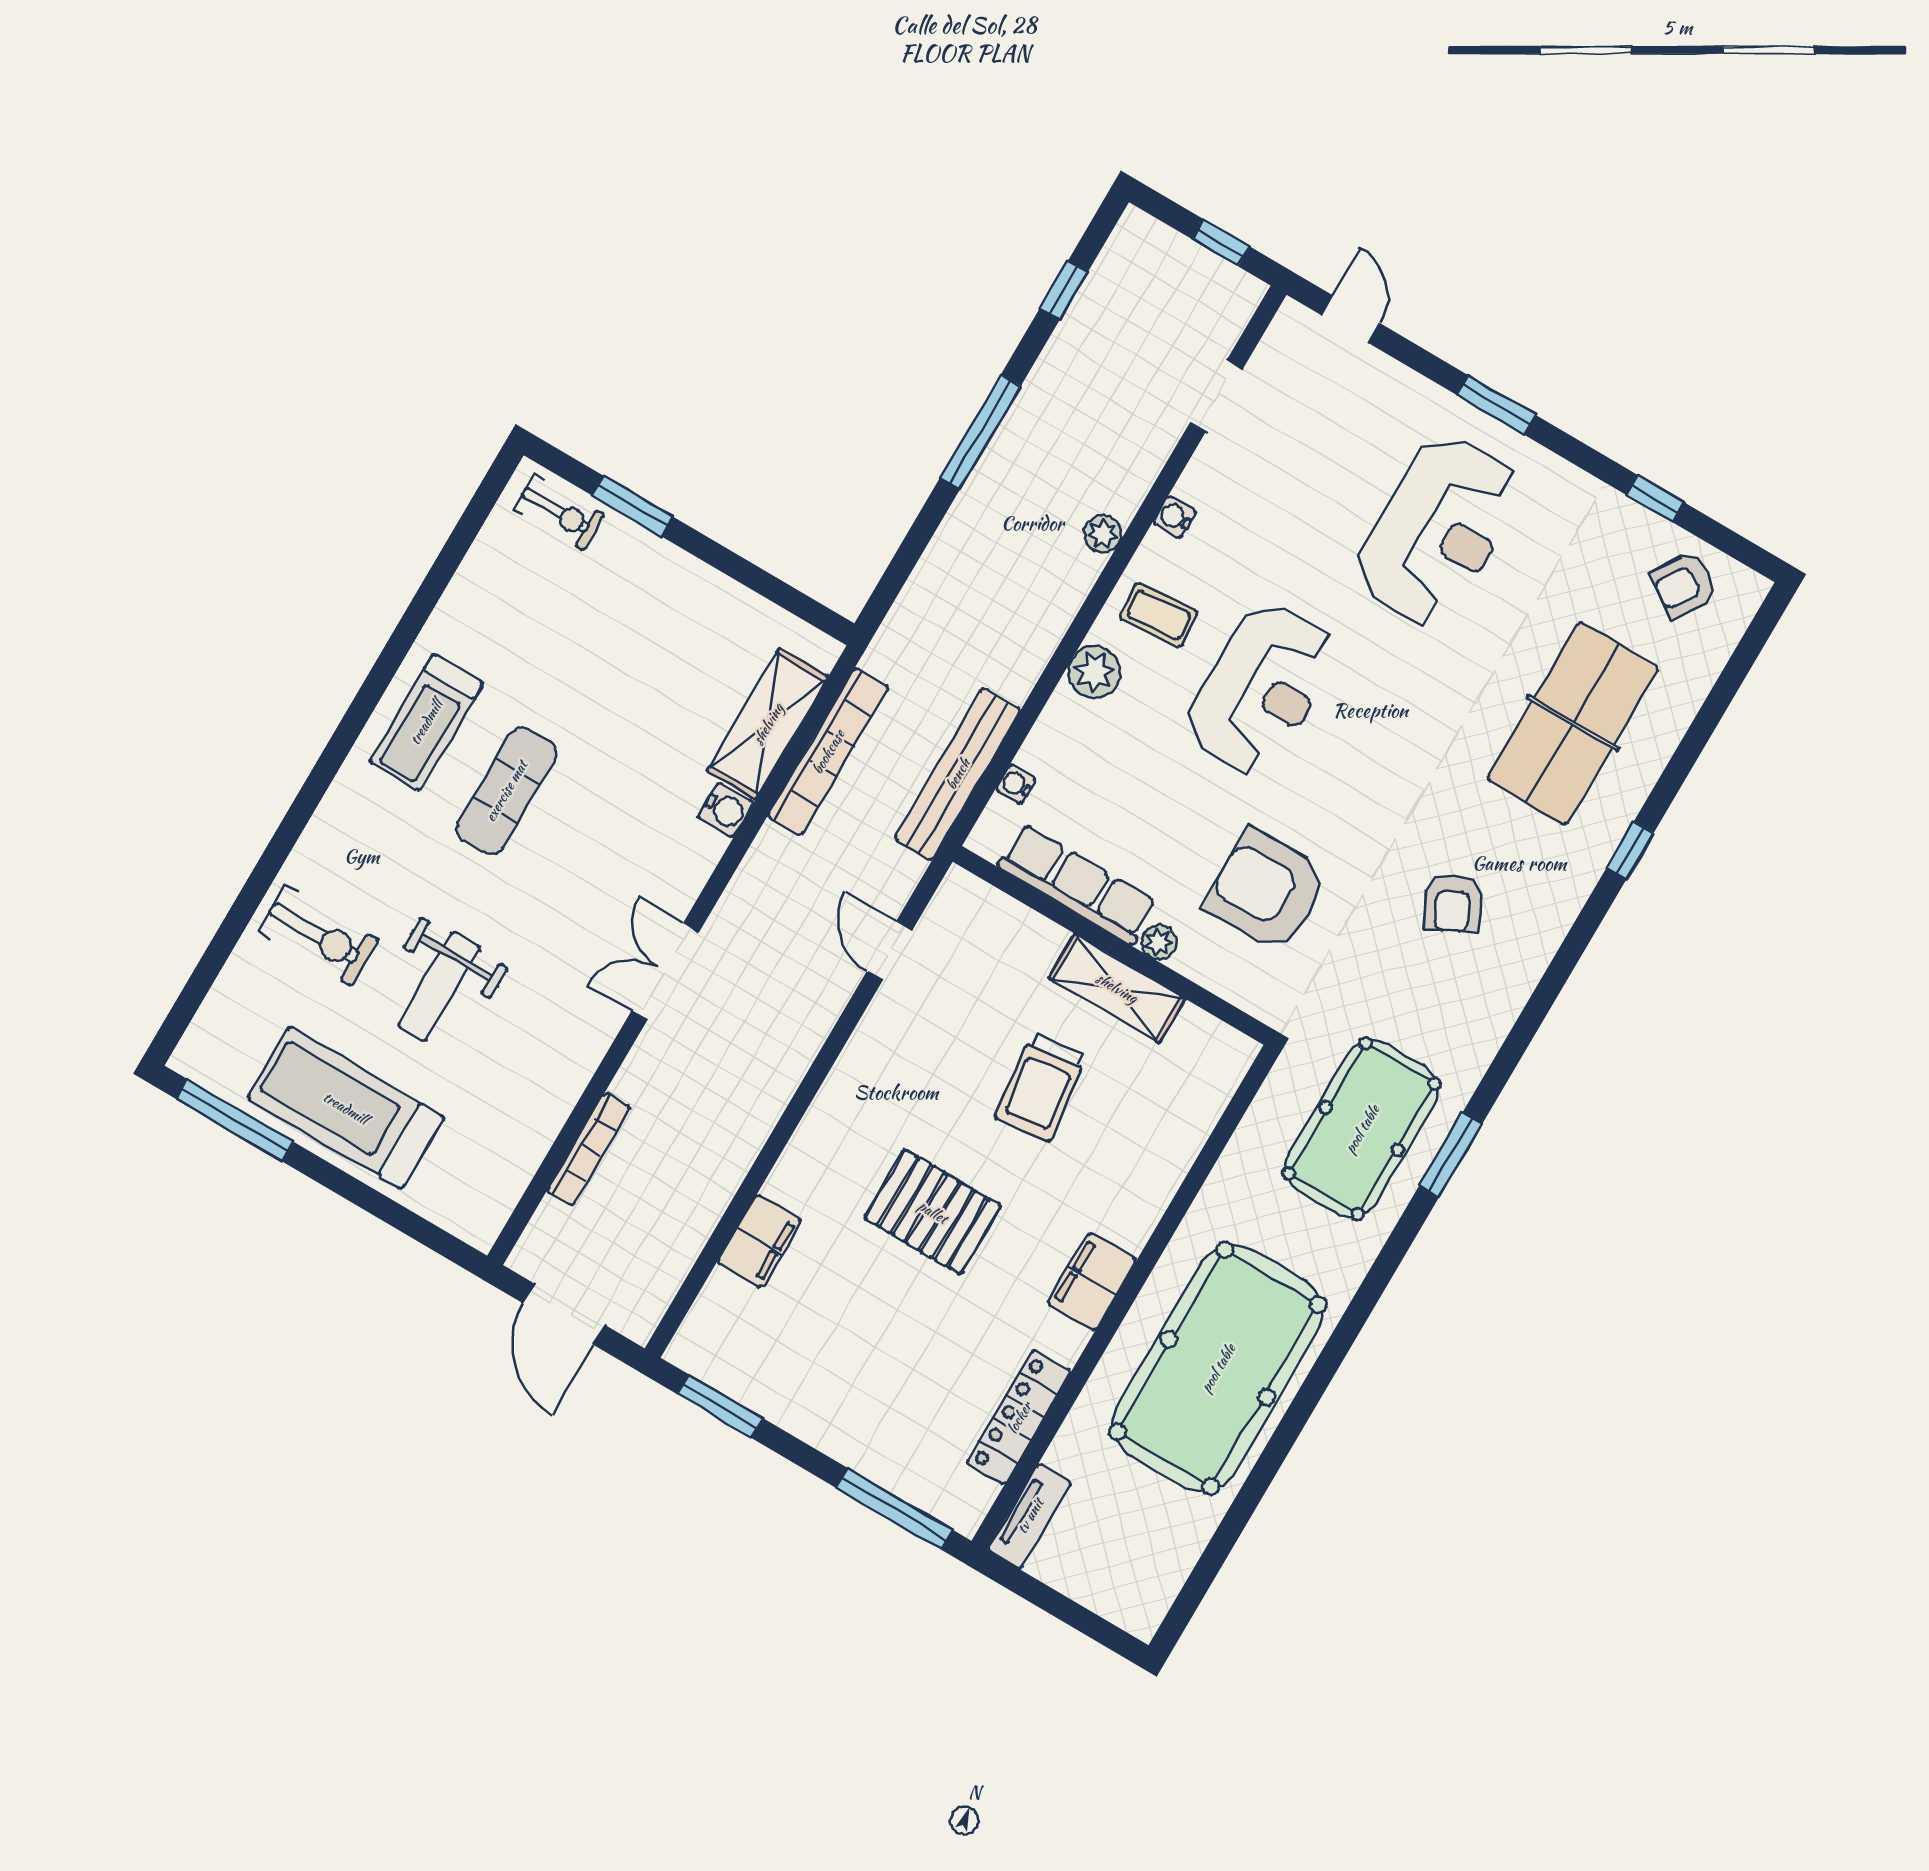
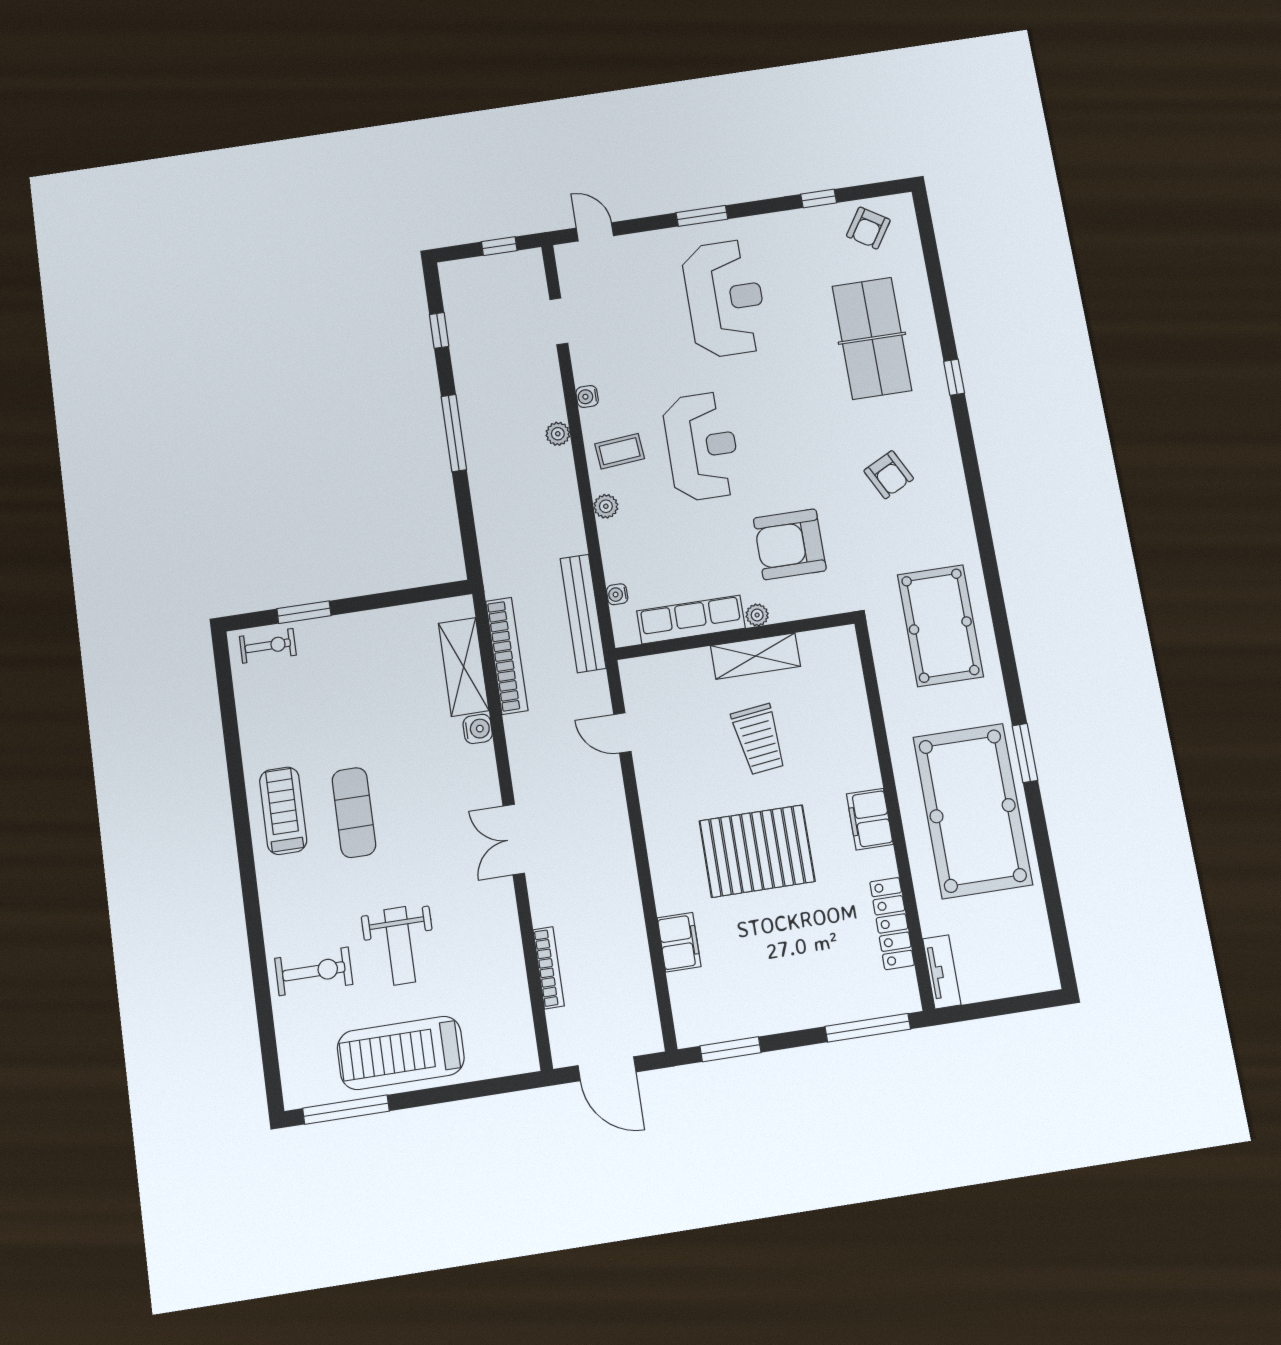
plant: (1094, 672) -> (606, 506), width x0.73, depth x0.73
treadmill: (426, 722) -> (283, 811), turned 180
window: (1451, 1155) -> (1025, 753), moved
pallet: (933, 1212) -> (757, 851), width x1.37, depth x1.41

